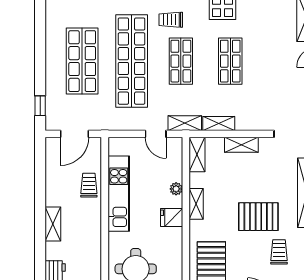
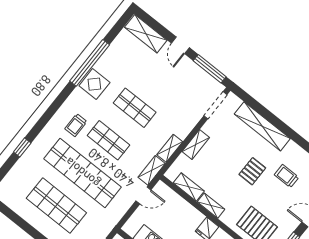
shelving: (197, 155) -> (189, 187), moved
plant: (176, 189) -> (190, 211), removed
pallet: (258, 217) -> (252, 171), width x0.67, depth x0.71

